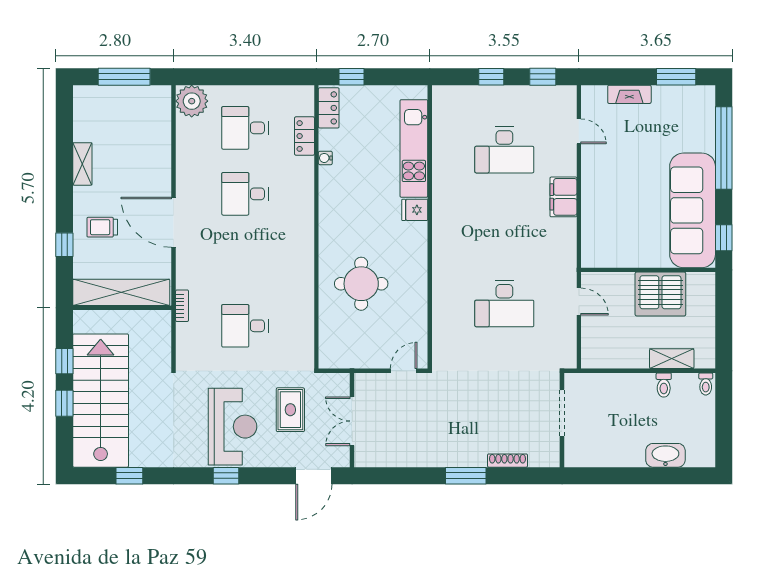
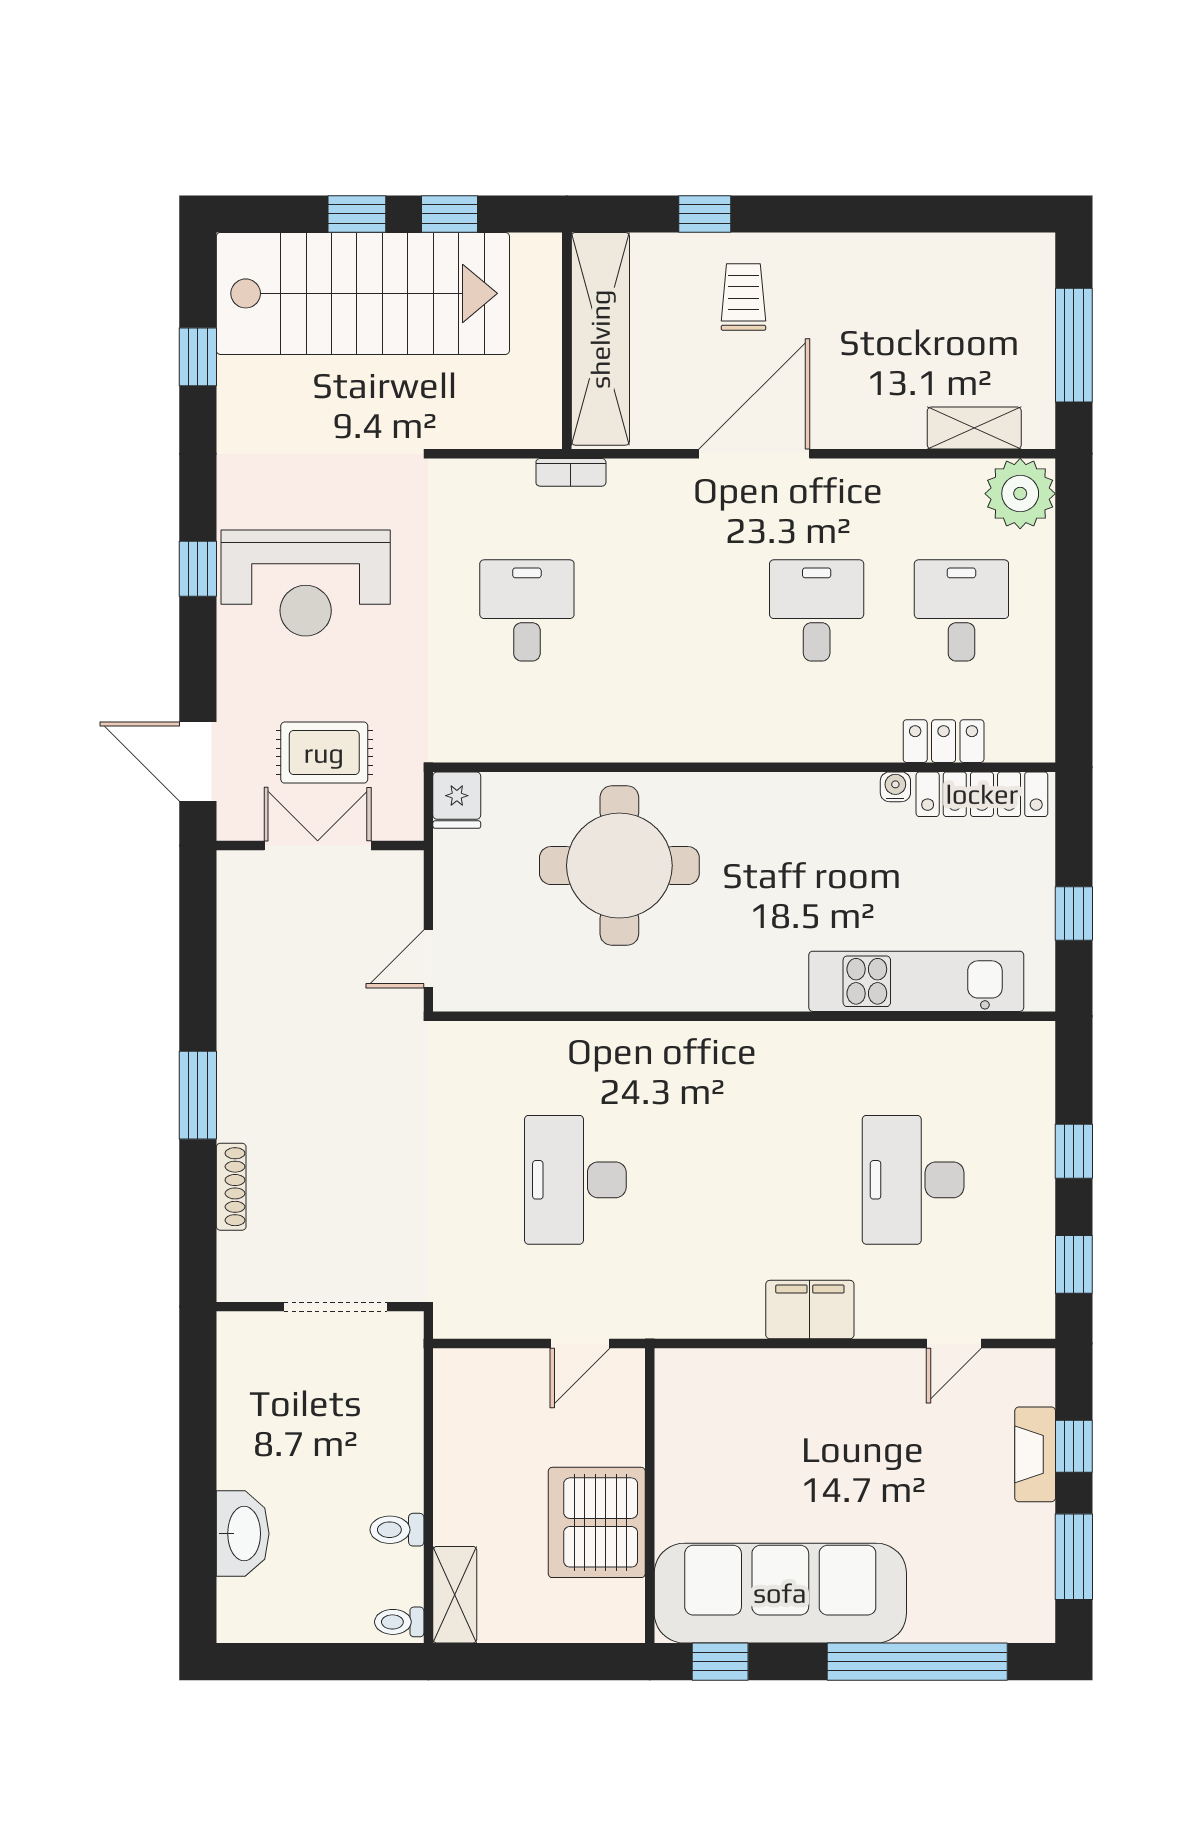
window: (351, 77) -> (1074, 914), moved
window: (626, 77) -> (1074, 1446), added
locker: (329, 108) -> (982, 794), width x1.53
shelving: (82, 164) -> (974, 428), moved
fridge: (415, 210) -> (457, 800), moved, turned 180
round table: (361, 284) -> (619, 866), width x1.36, depth x1.36
shelving: (672, 359) -> (455, 1595), moved
door: (404, 371) -> (428, 959), swing flipped
rug: (290, 410) -> (324, 753), moved

